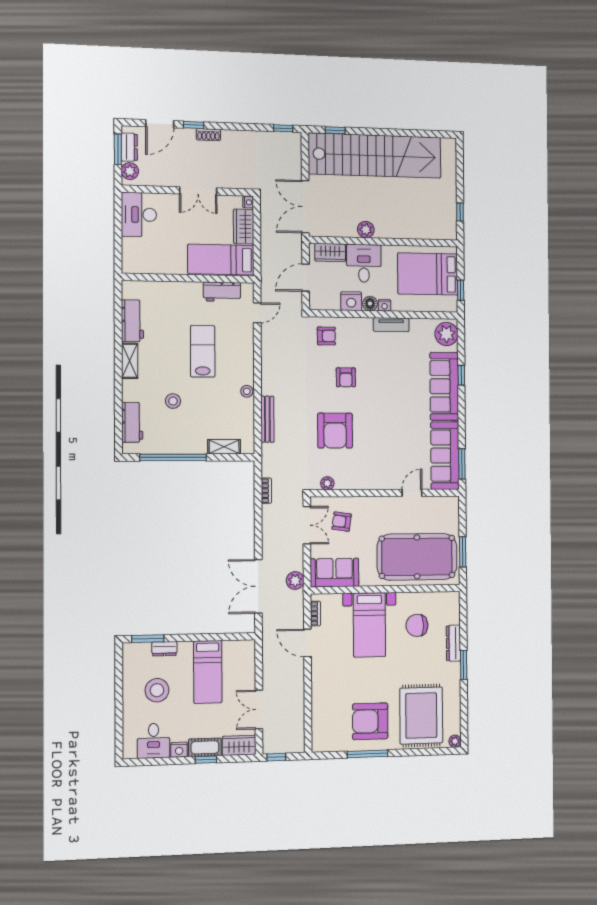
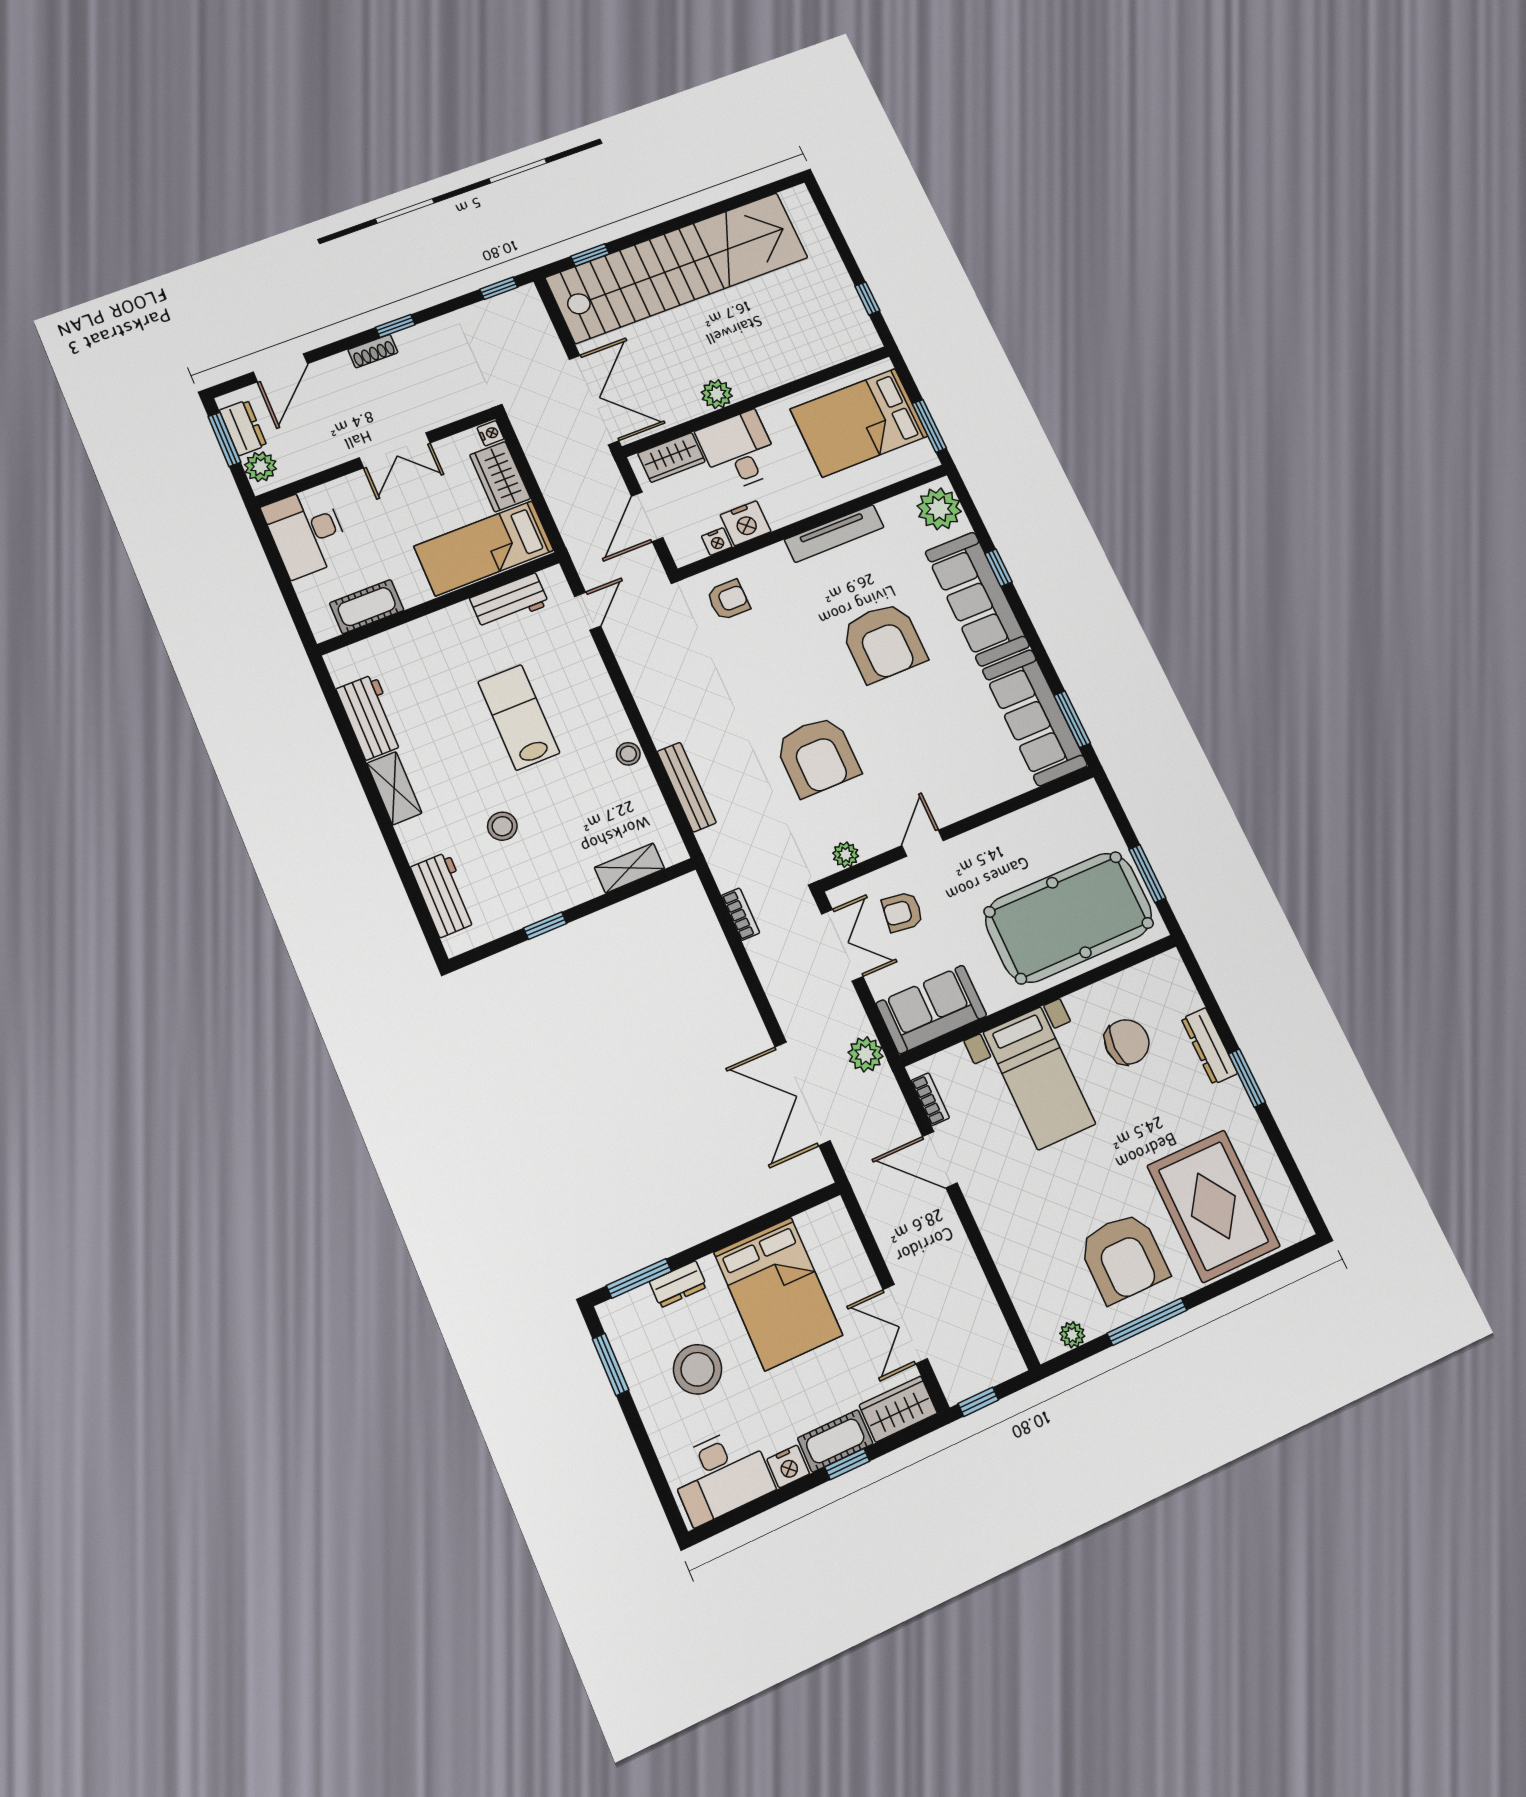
window: (194, 125) -> (395, 326), moved
double door: (305, 207) -> (594, 400), swing flipped
cot: (153, 265) -> (367, 607), added
window: (461, 290) -> (929, 426), width x1.50
floor lamp: (370, 304) -> (780, 514), removed
nightstand: (385, 305) -> (717, 542), moved
tv unit: (391, 325) -> (834, 534), width x1.41
armchair: (346, 377) -> (884, 642), moved, width x1.88, depth x1.88
window: (173, 457) -> (545, 926), width x0.32
door: (412, 493) -> (923, 843), moved
chair: (417, 625) -> (1127, 1042), turned 180
window: (119, 672) -> (611, 1364), added
bed: (208, 672) -> (778, 1294), width x1.50
armchair: (370, 721) -> (1124, 1257), turned -90
desk: (154, 741) -> (721, 1475), width x1.37
plant: (455, 741) -> (1072, 1335), moved

